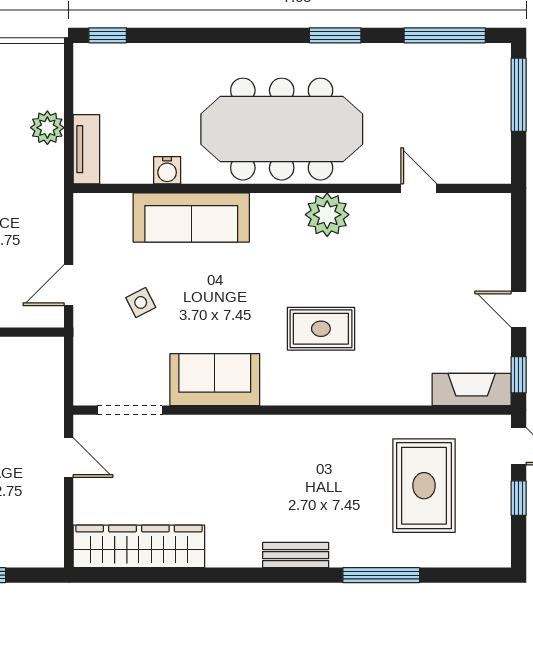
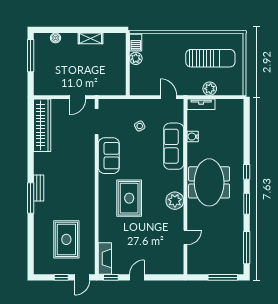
window: (108, 35) -> (247, 172), moved
meeting table: (282, 129) -> (209, 182), width x0.73
door: (69, 285) -> (169, 97), moved
rug: (321, 329) -> (129, 198), width x1.36, depth x1.43
rug: (424, 486) -> (66, 239), turned 90
window: (381, 575) -> (31, 198), moved

